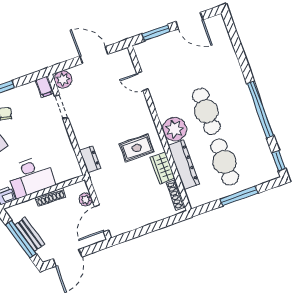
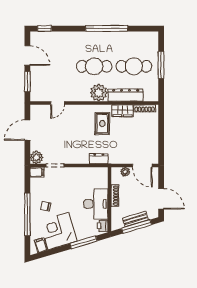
door: (189, 21) -> (27, 55), hinge flipped
window: (279, 161) -> (45, 29), moved

